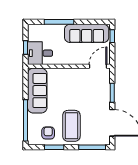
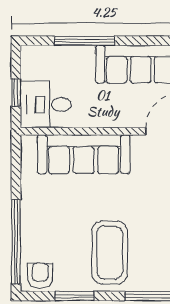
sofa: (37, 91) -> (84, 154), moved, turned 90
armchair: (48, 133) -> (40, 276), moved

